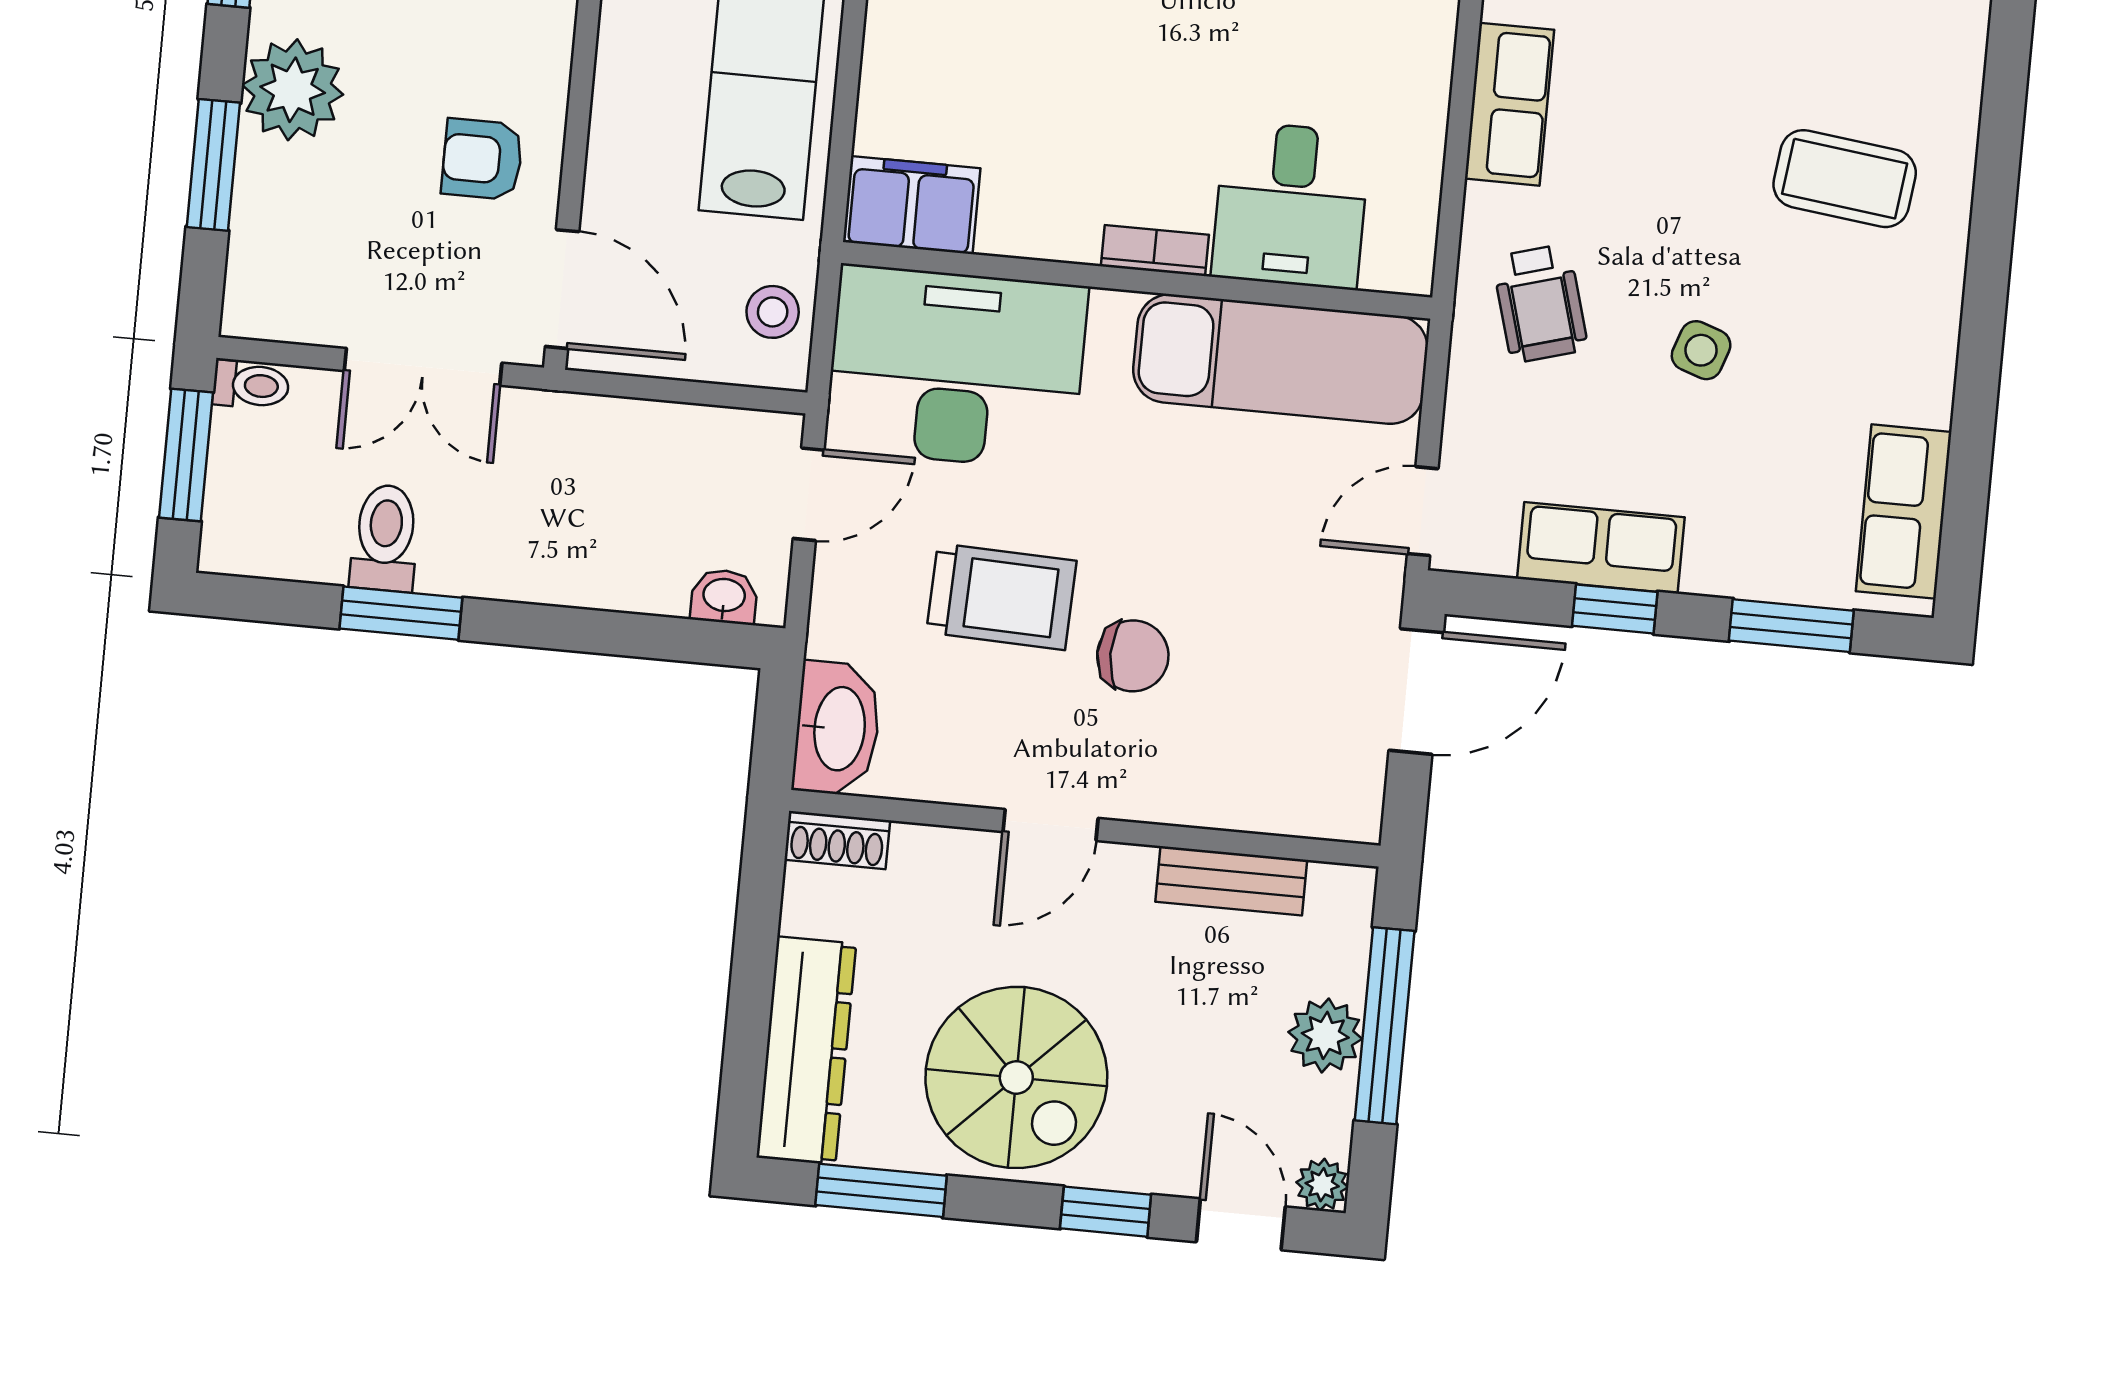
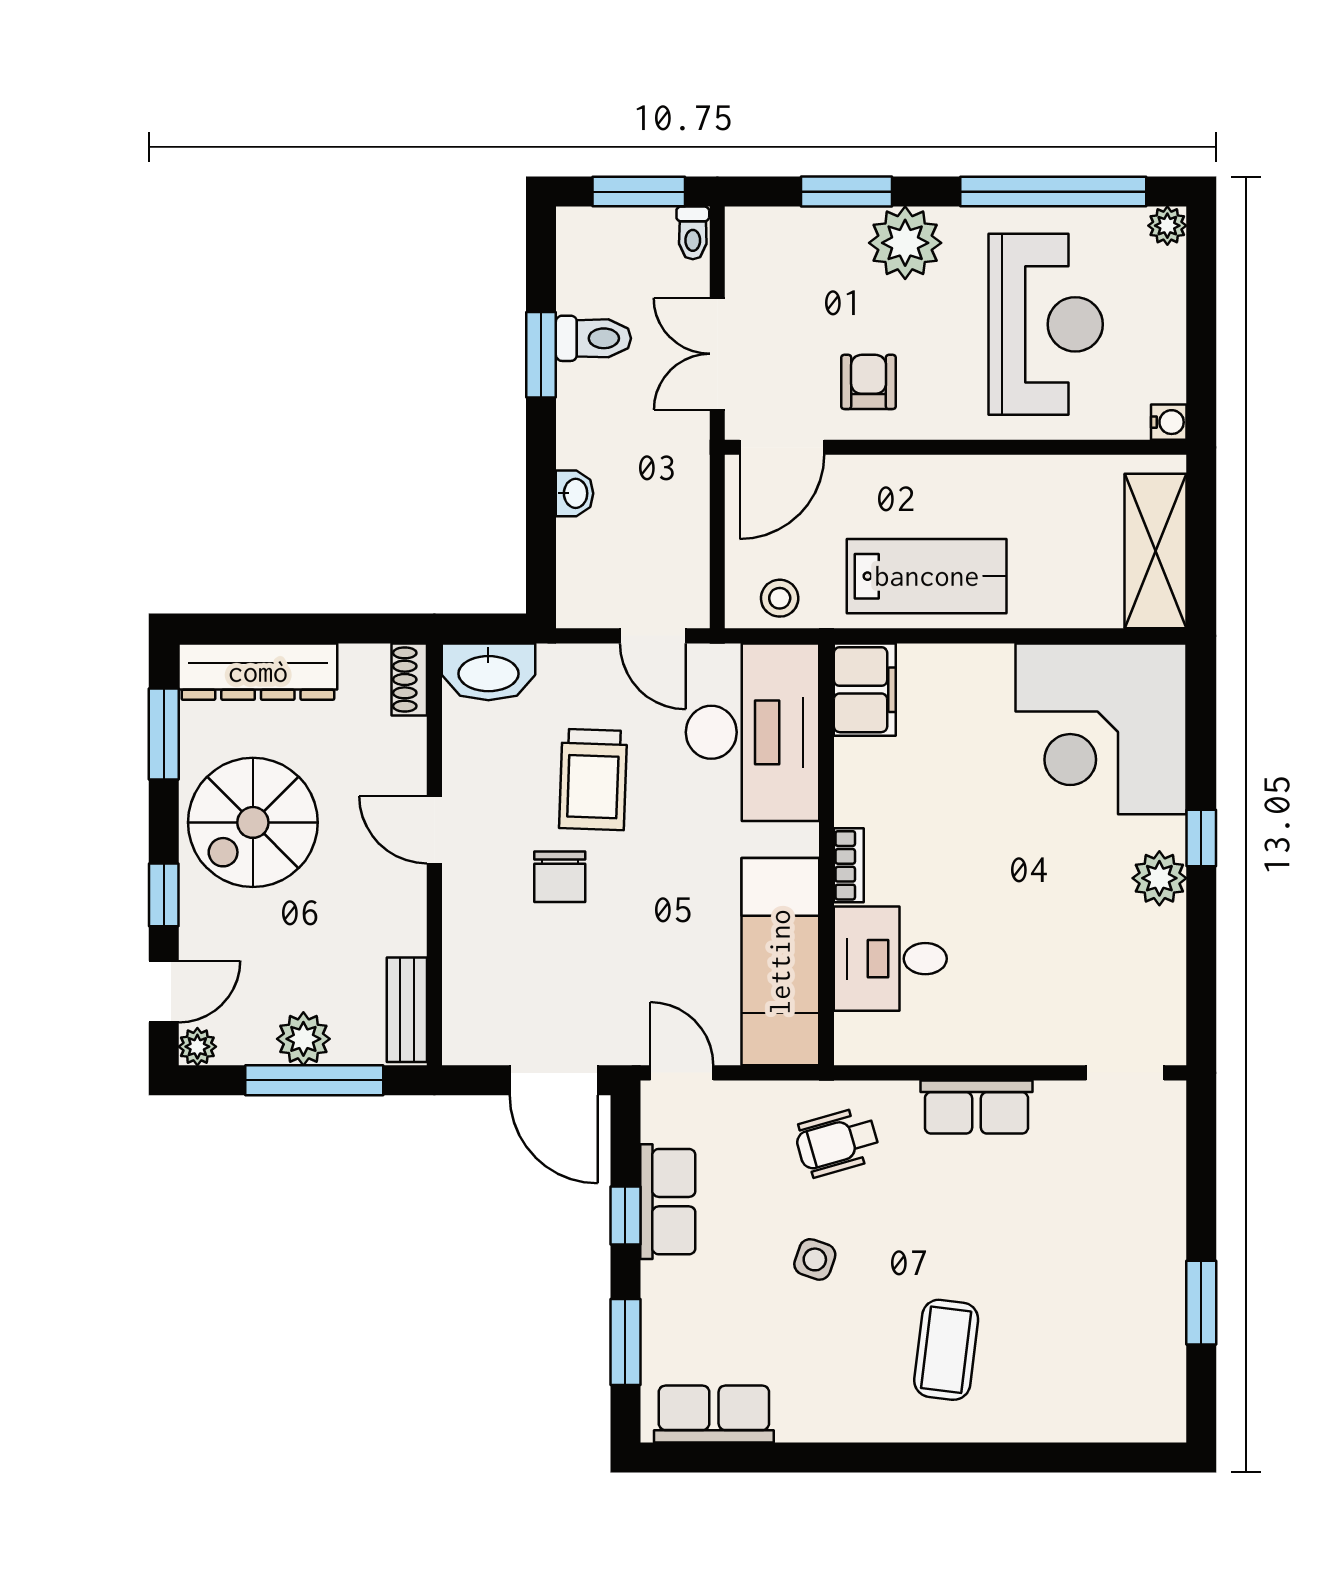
washbasin: (724, 597) -> (574, 493), moved
bench: (1231, 881) -> (407, 1010), moved

